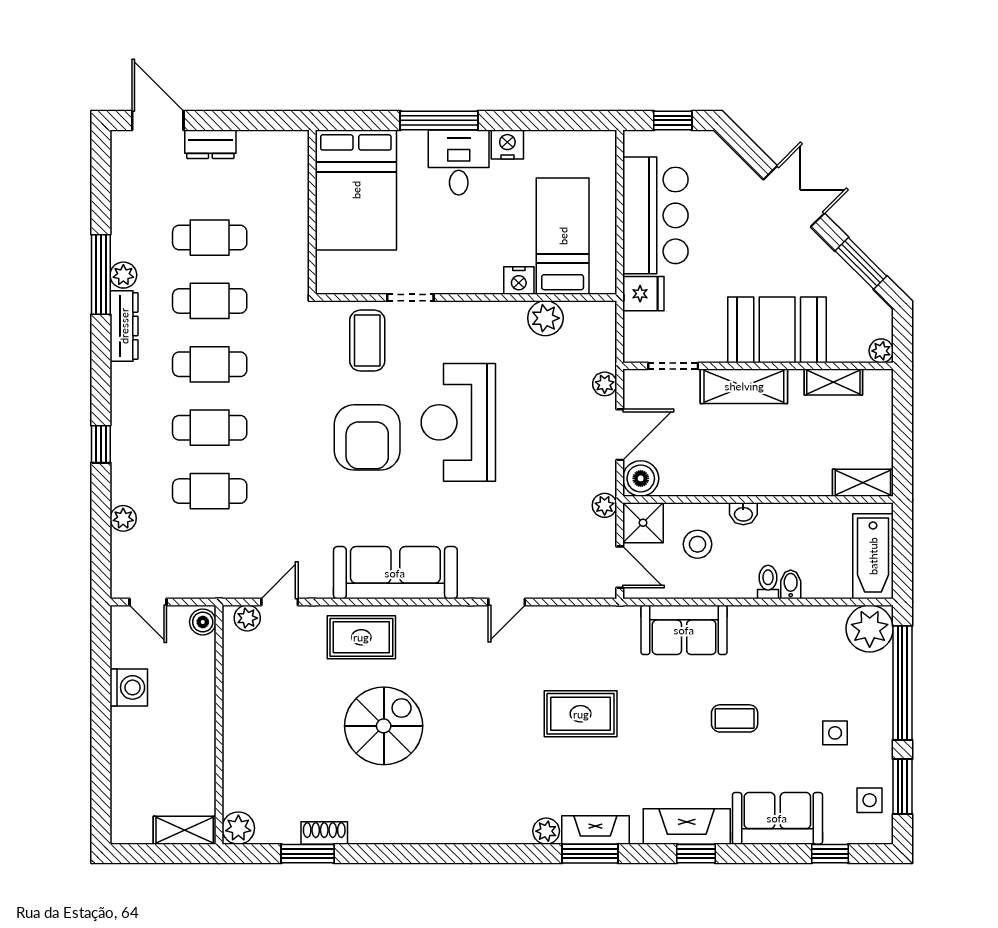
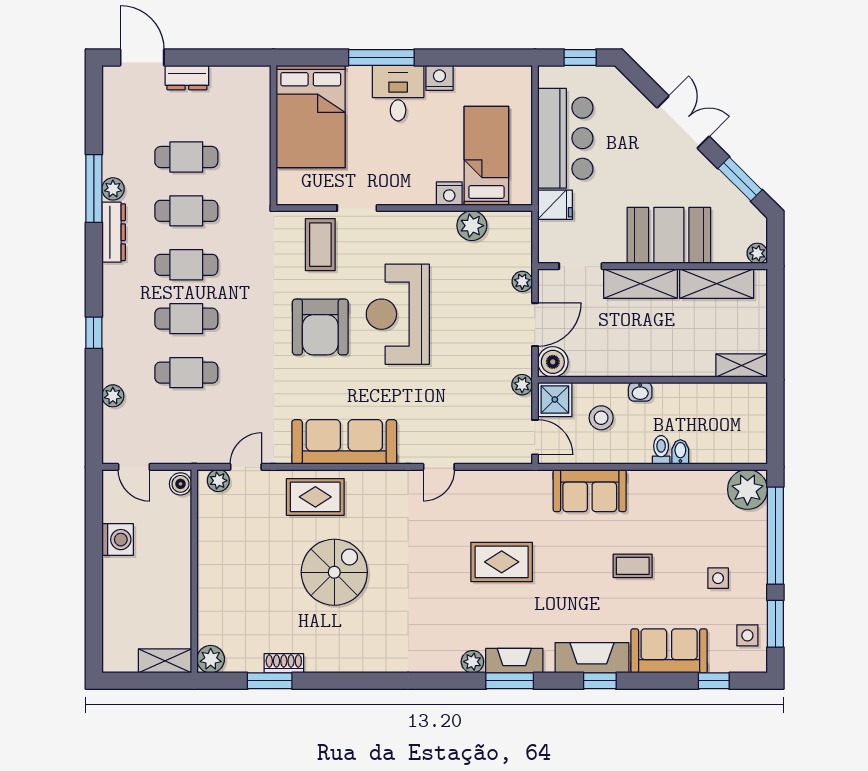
shelving: (833, 382) -> (717, 284), width x1.50, depth x1.33
bathtub: (873, 556) -> (750, 428), removed

